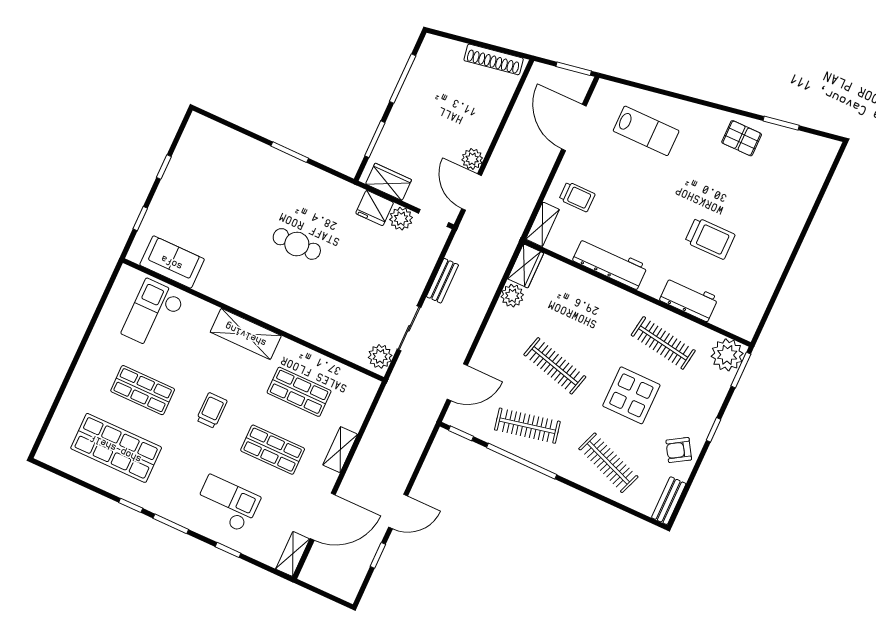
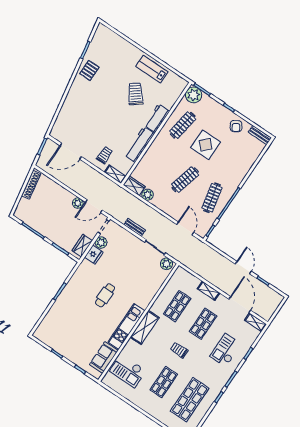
lab bench: (646, 131) -> (152, 69), moved, turned -90
trolley: (710, 238) -> (135, 94), turned -38
kitchen unit: (241, 297) -> (126, 327), added
workbench: (689, 299) -> (157, 118), moved
clothes rail: (608, 463) -> (237, 161), removed

